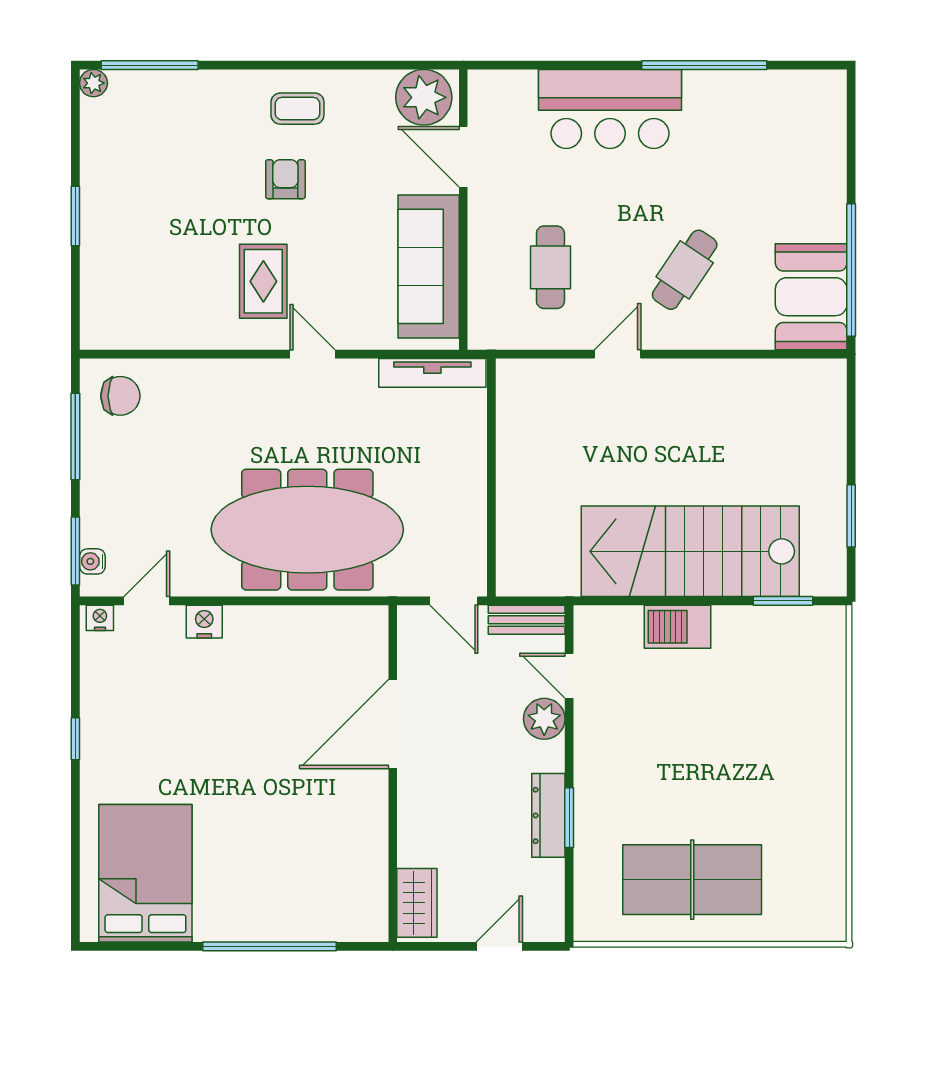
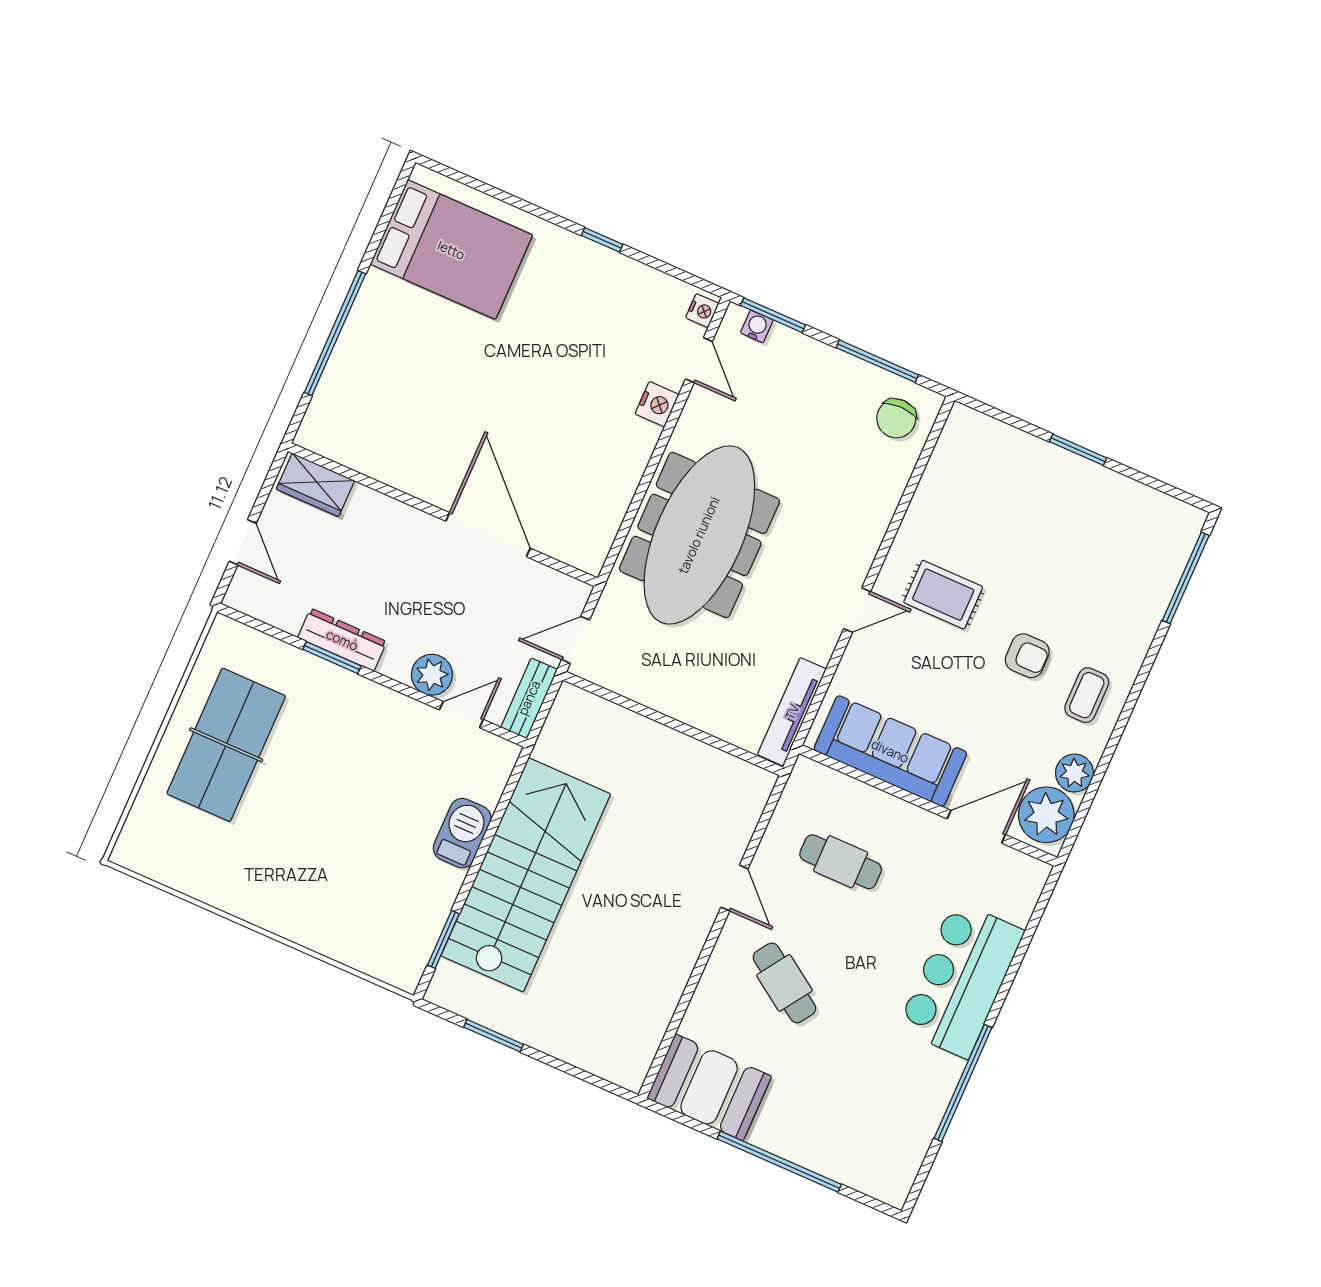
plant: (93, 83) -> (1074, 773), moved, width x1.38, depth x1.38
window: (851, 270) -> (779, 1162), moved

